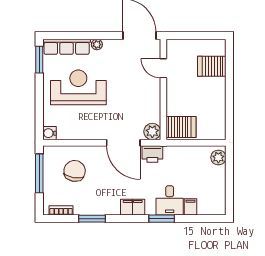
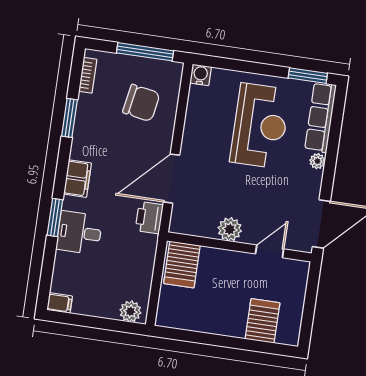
plant: (152, 132) -> (230, 229), moved
filing cabinet: (190, 207) -> (60, 303), moved

